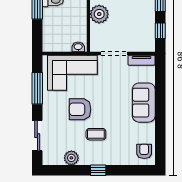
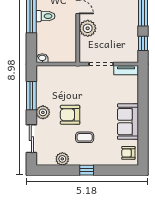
washbasin: (78, 47) -> (42, 58), moved
corner sofa: (72, 73) -> (63, 82), removed
sofa: (144, 103) -> (128, 122), moved
plant: (50, 107) -> (43, 112), added
armchair: (144, 151) -> (128, 153), turned -90

